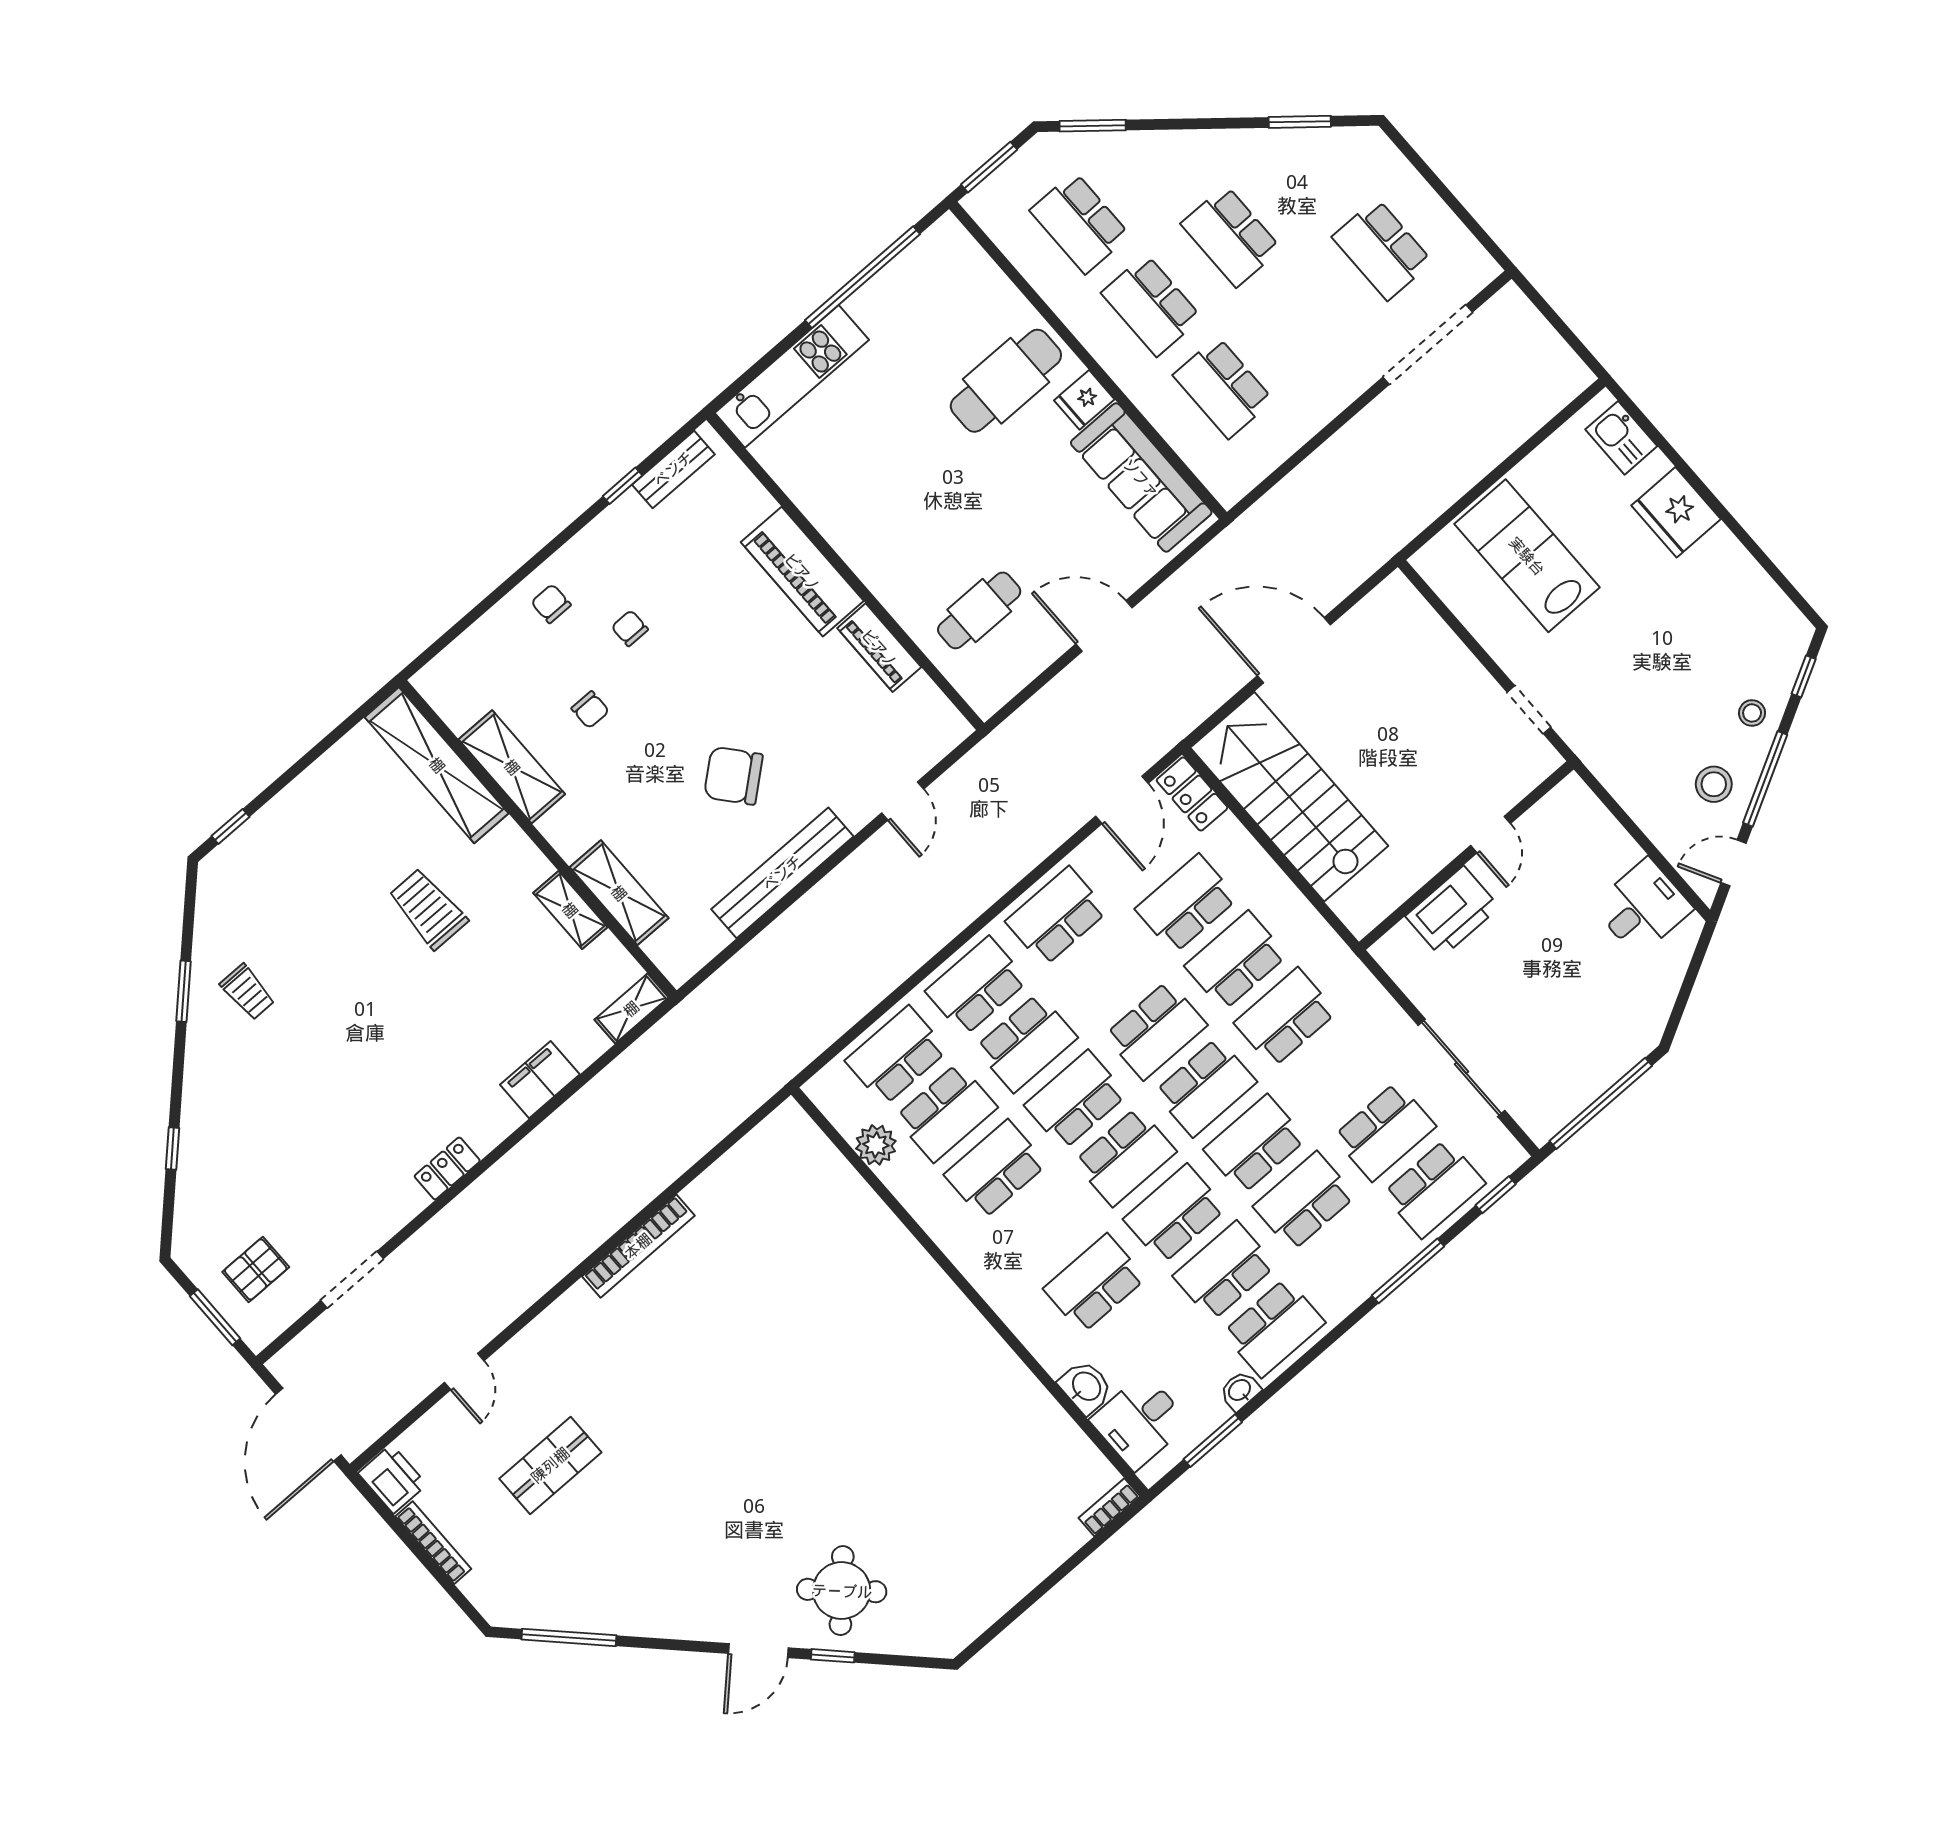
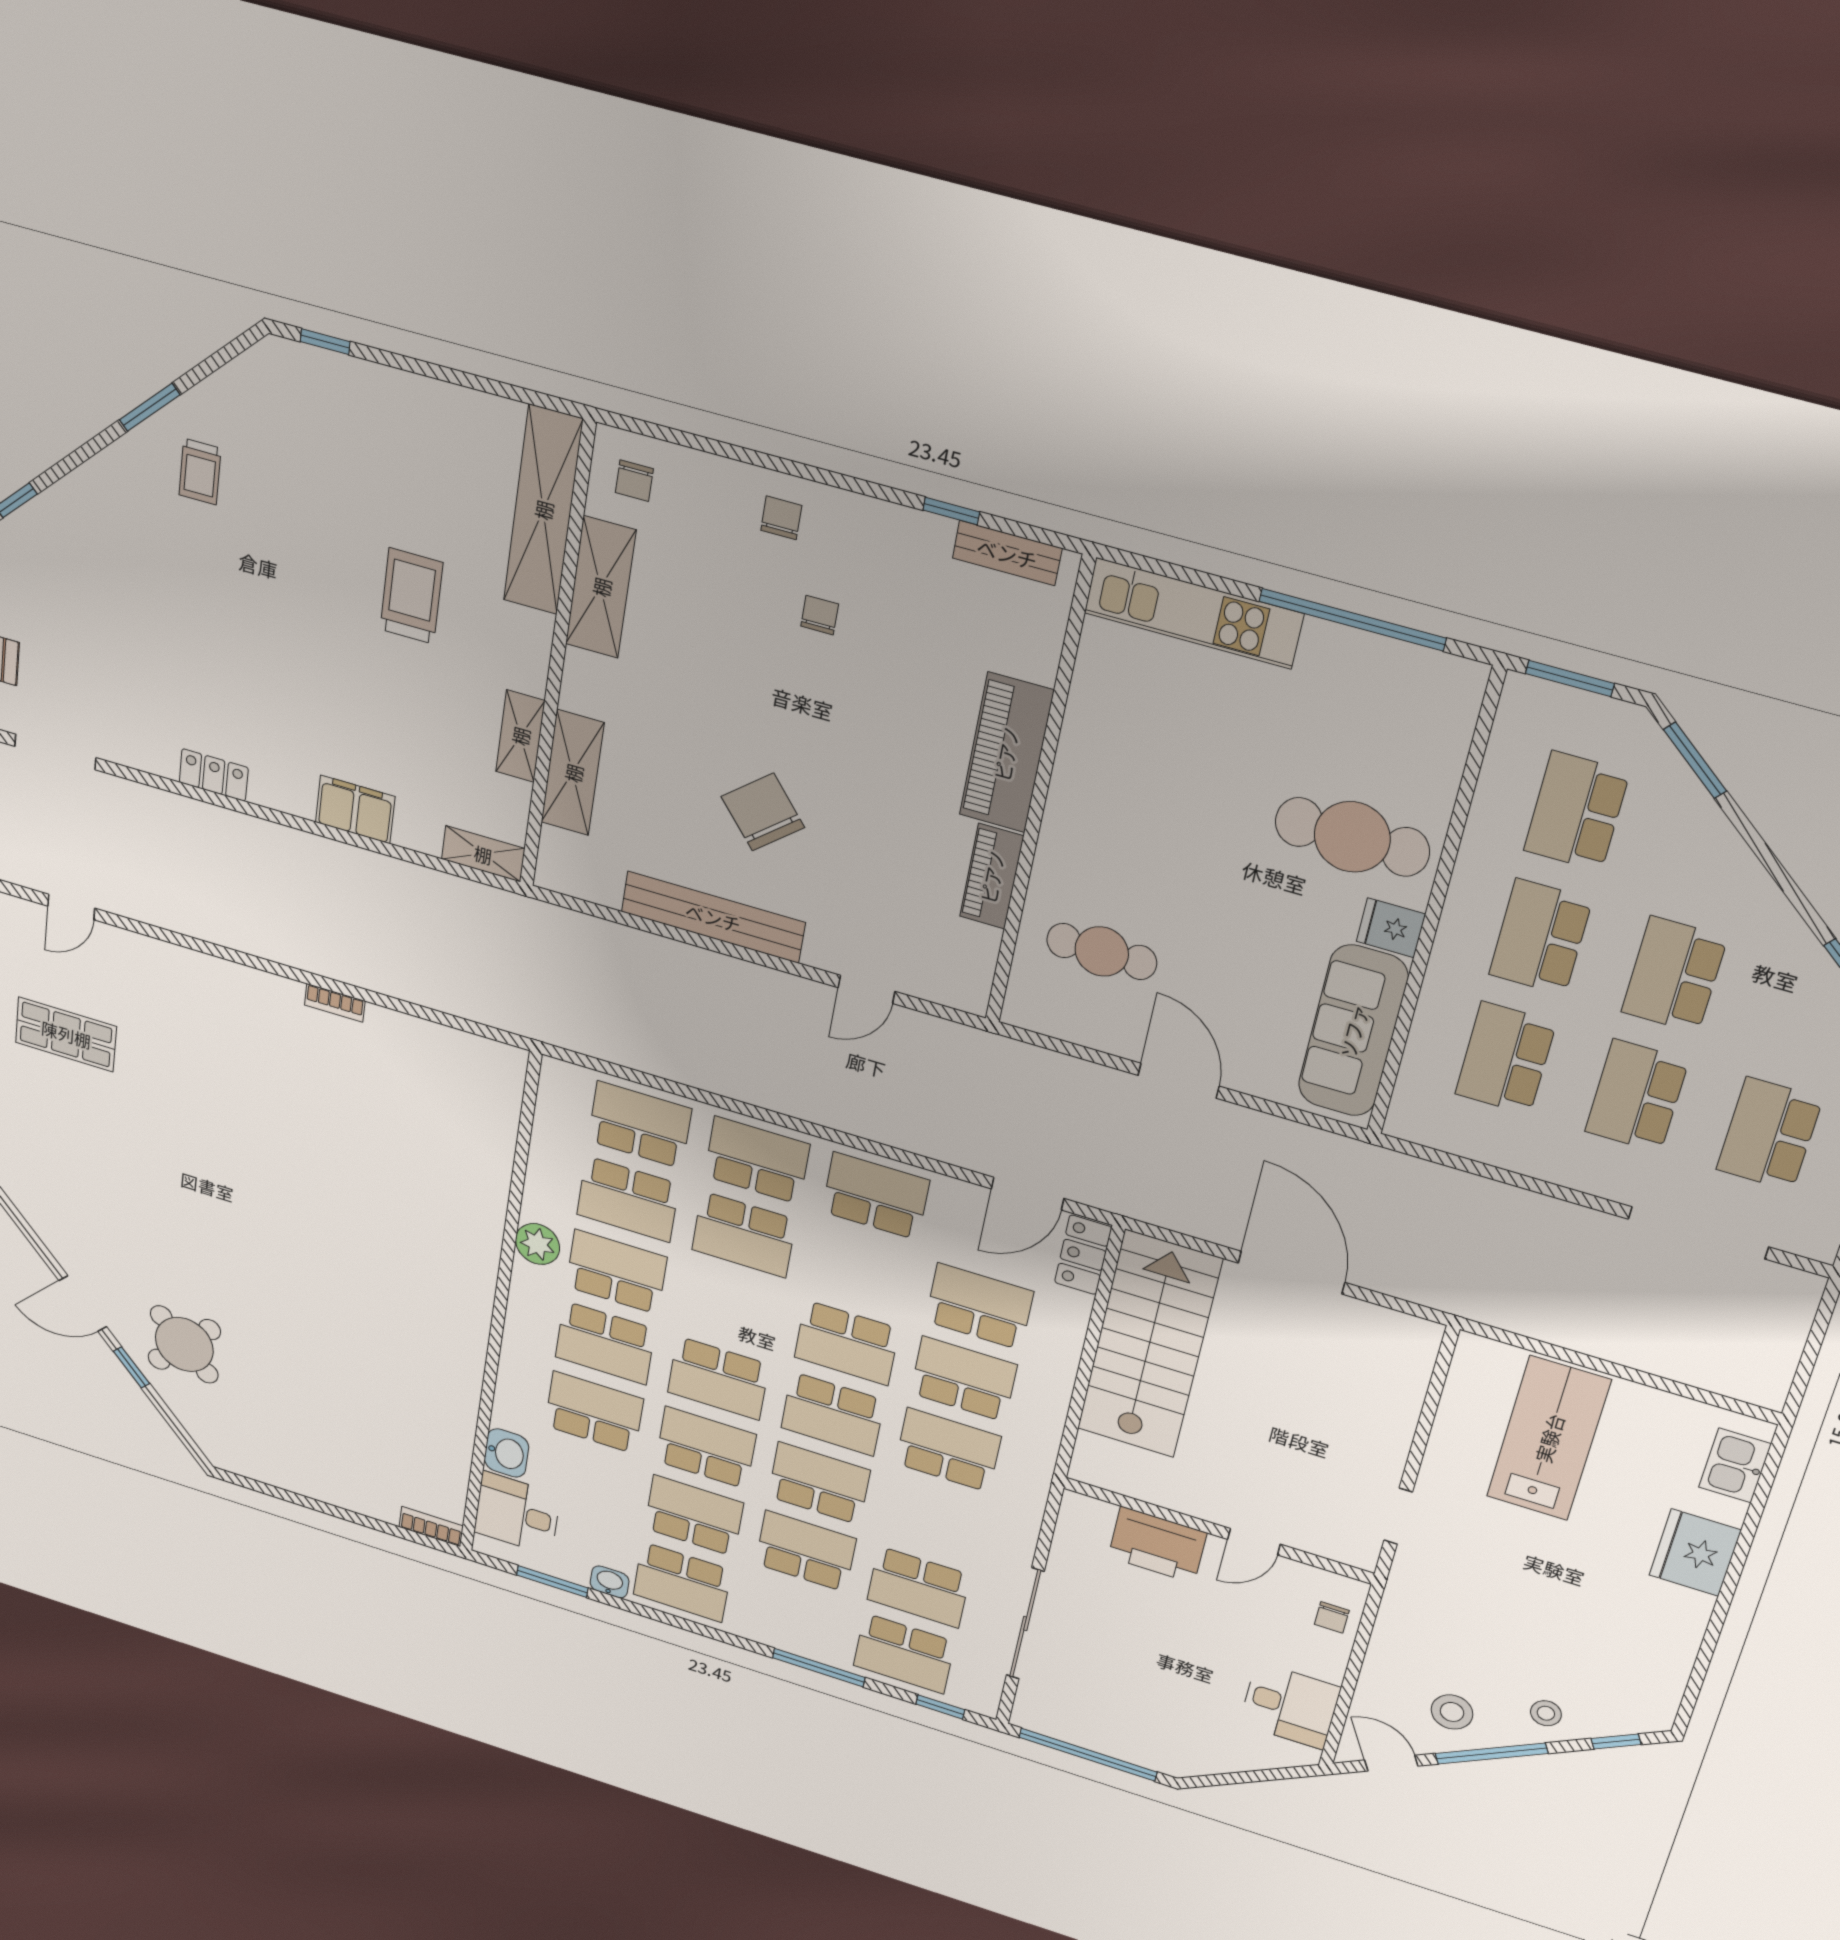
school desk: (1303, 319) -> (1637, 1096), added
chair: (590, 710) -> (634, 481), moved
chair: (1585, 820) -> (1332, 1617), added
school desk: (1076, 1100) -> (605, 1343), moved, turned 180
plant: (876, 1145) -> (538, 1244), moved
bookcase: (638, 1246) -> (335, 1003), width x0.43, depth x0.76

